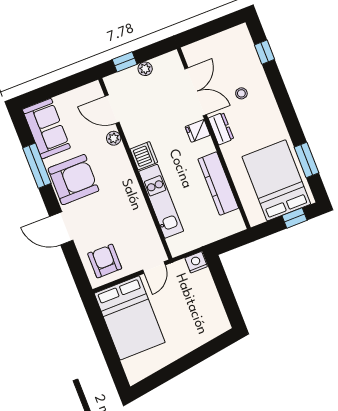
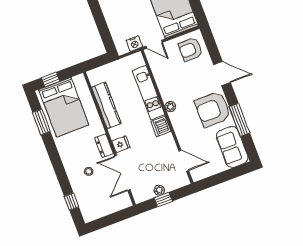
window: (125, 62) -> (163, 200), moved
plant: (114, 138) -> (170, 107), moved
armchair: (105, 261) -> (190, 49), turned 90
nightstand: (196, 262) -> (134, 44), moved
door: (154, 268) -> (154, 44), swing flipped

